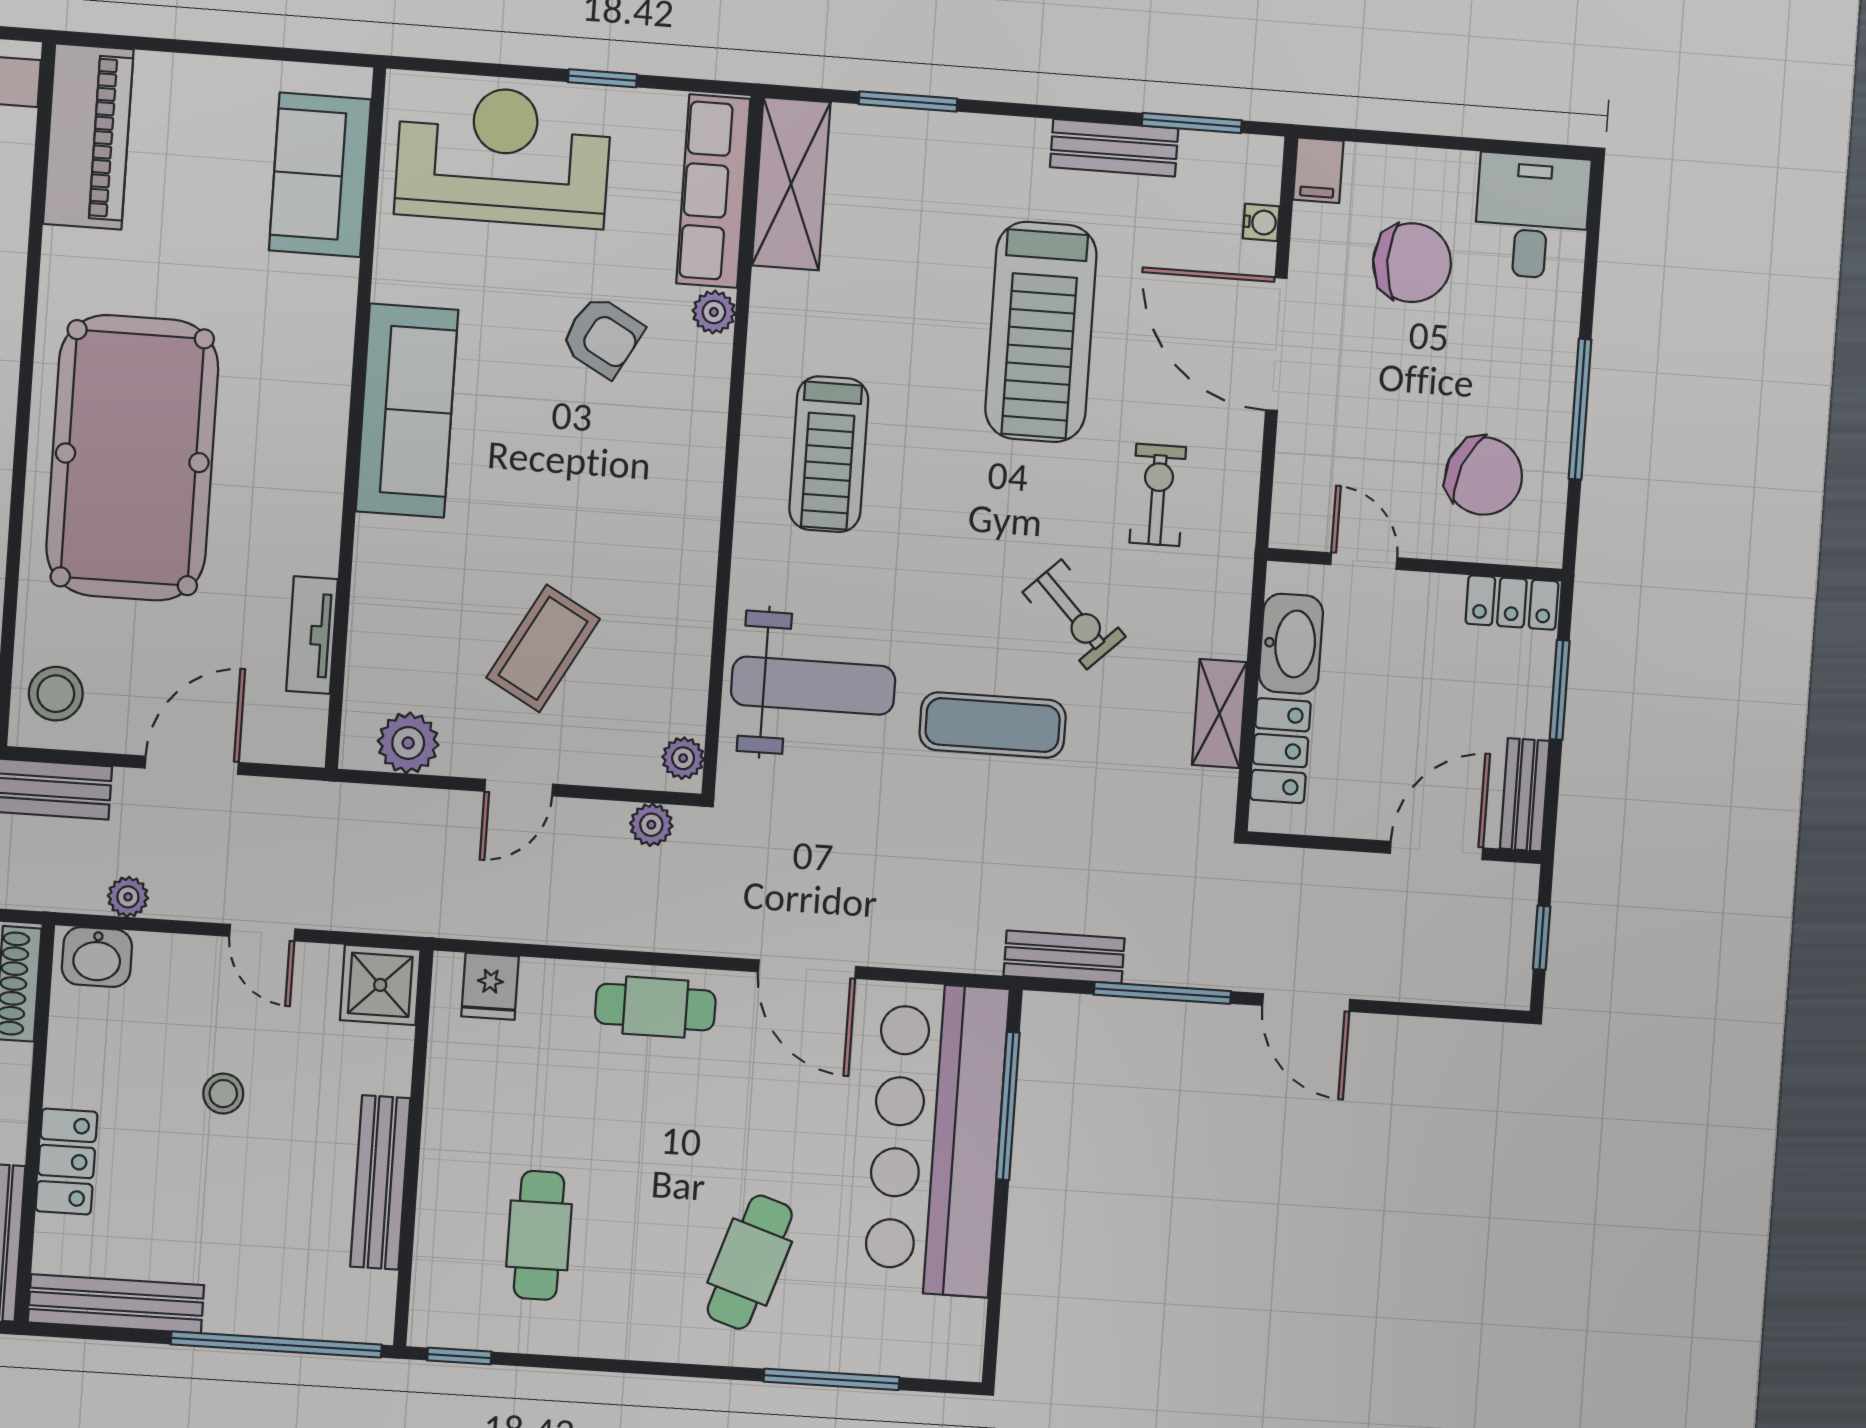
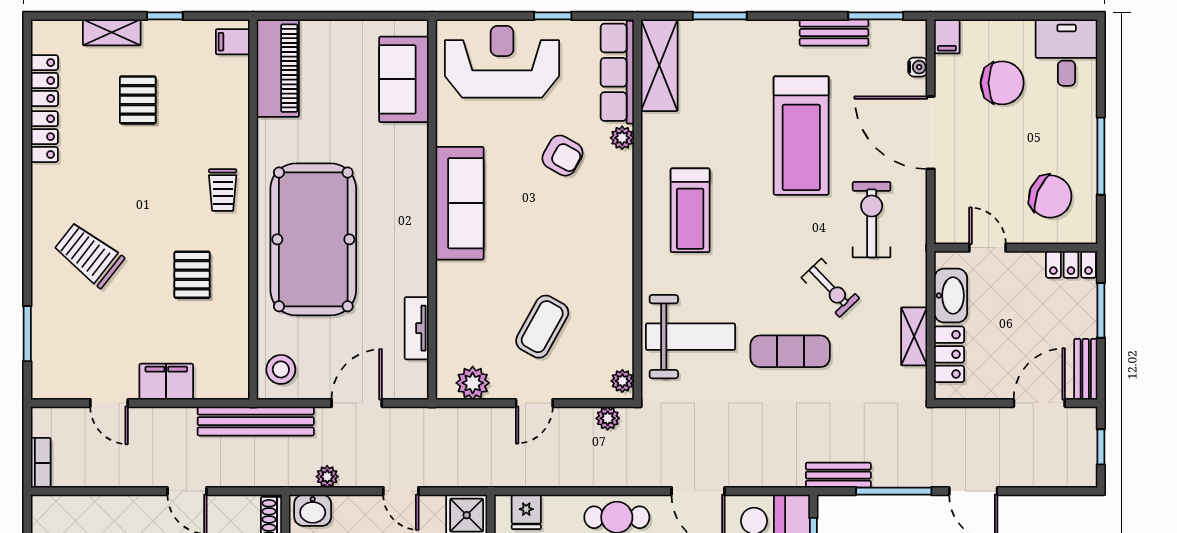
exercise bike: (1158, 495) -> (872, 220), width x1.38, depth x1.39

